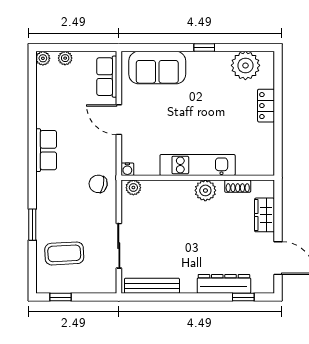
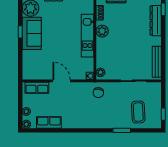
sofa: (157, 68) -> (32, 33), moved
door: (119, 120) -> (62, 81), swing flipped
row of seats: (46, 150) -> (49, 122), moved

